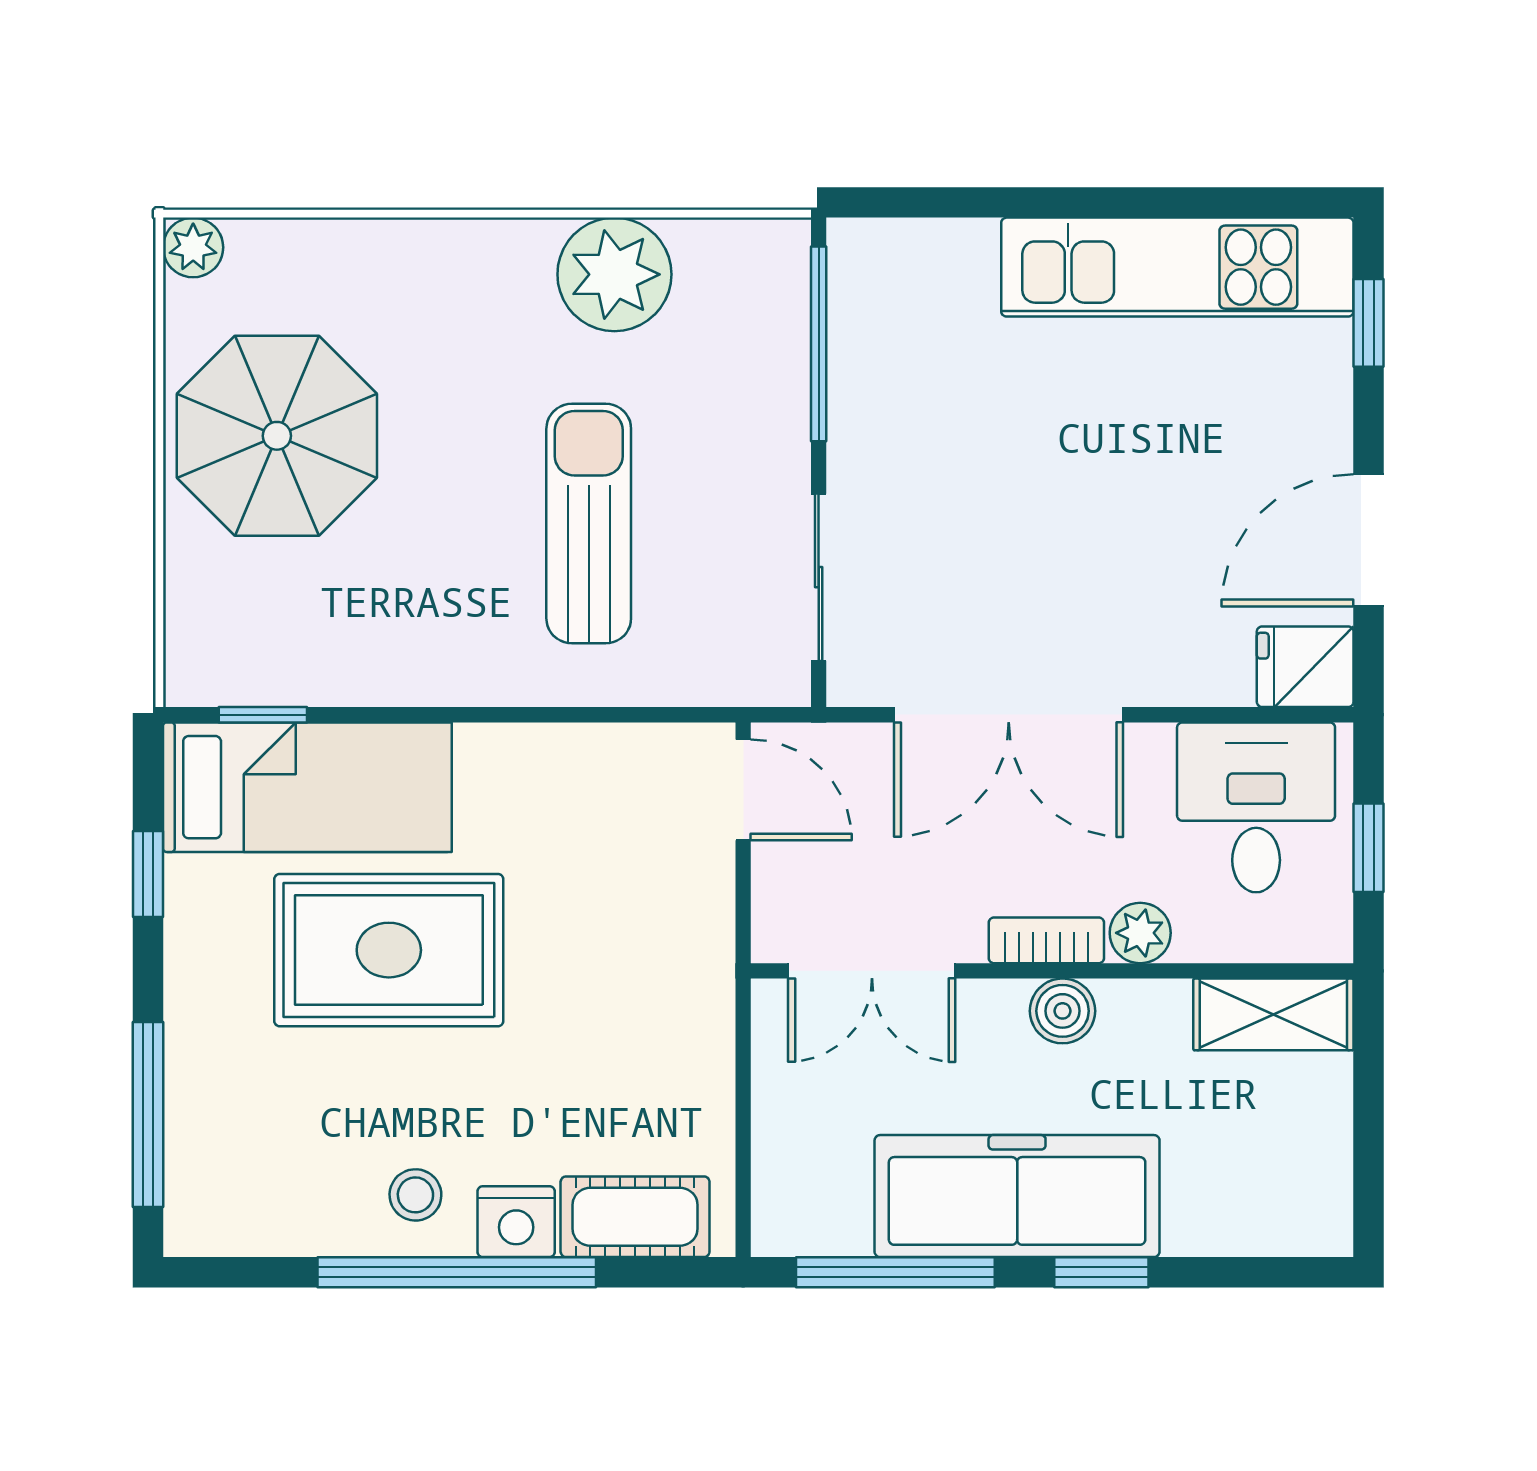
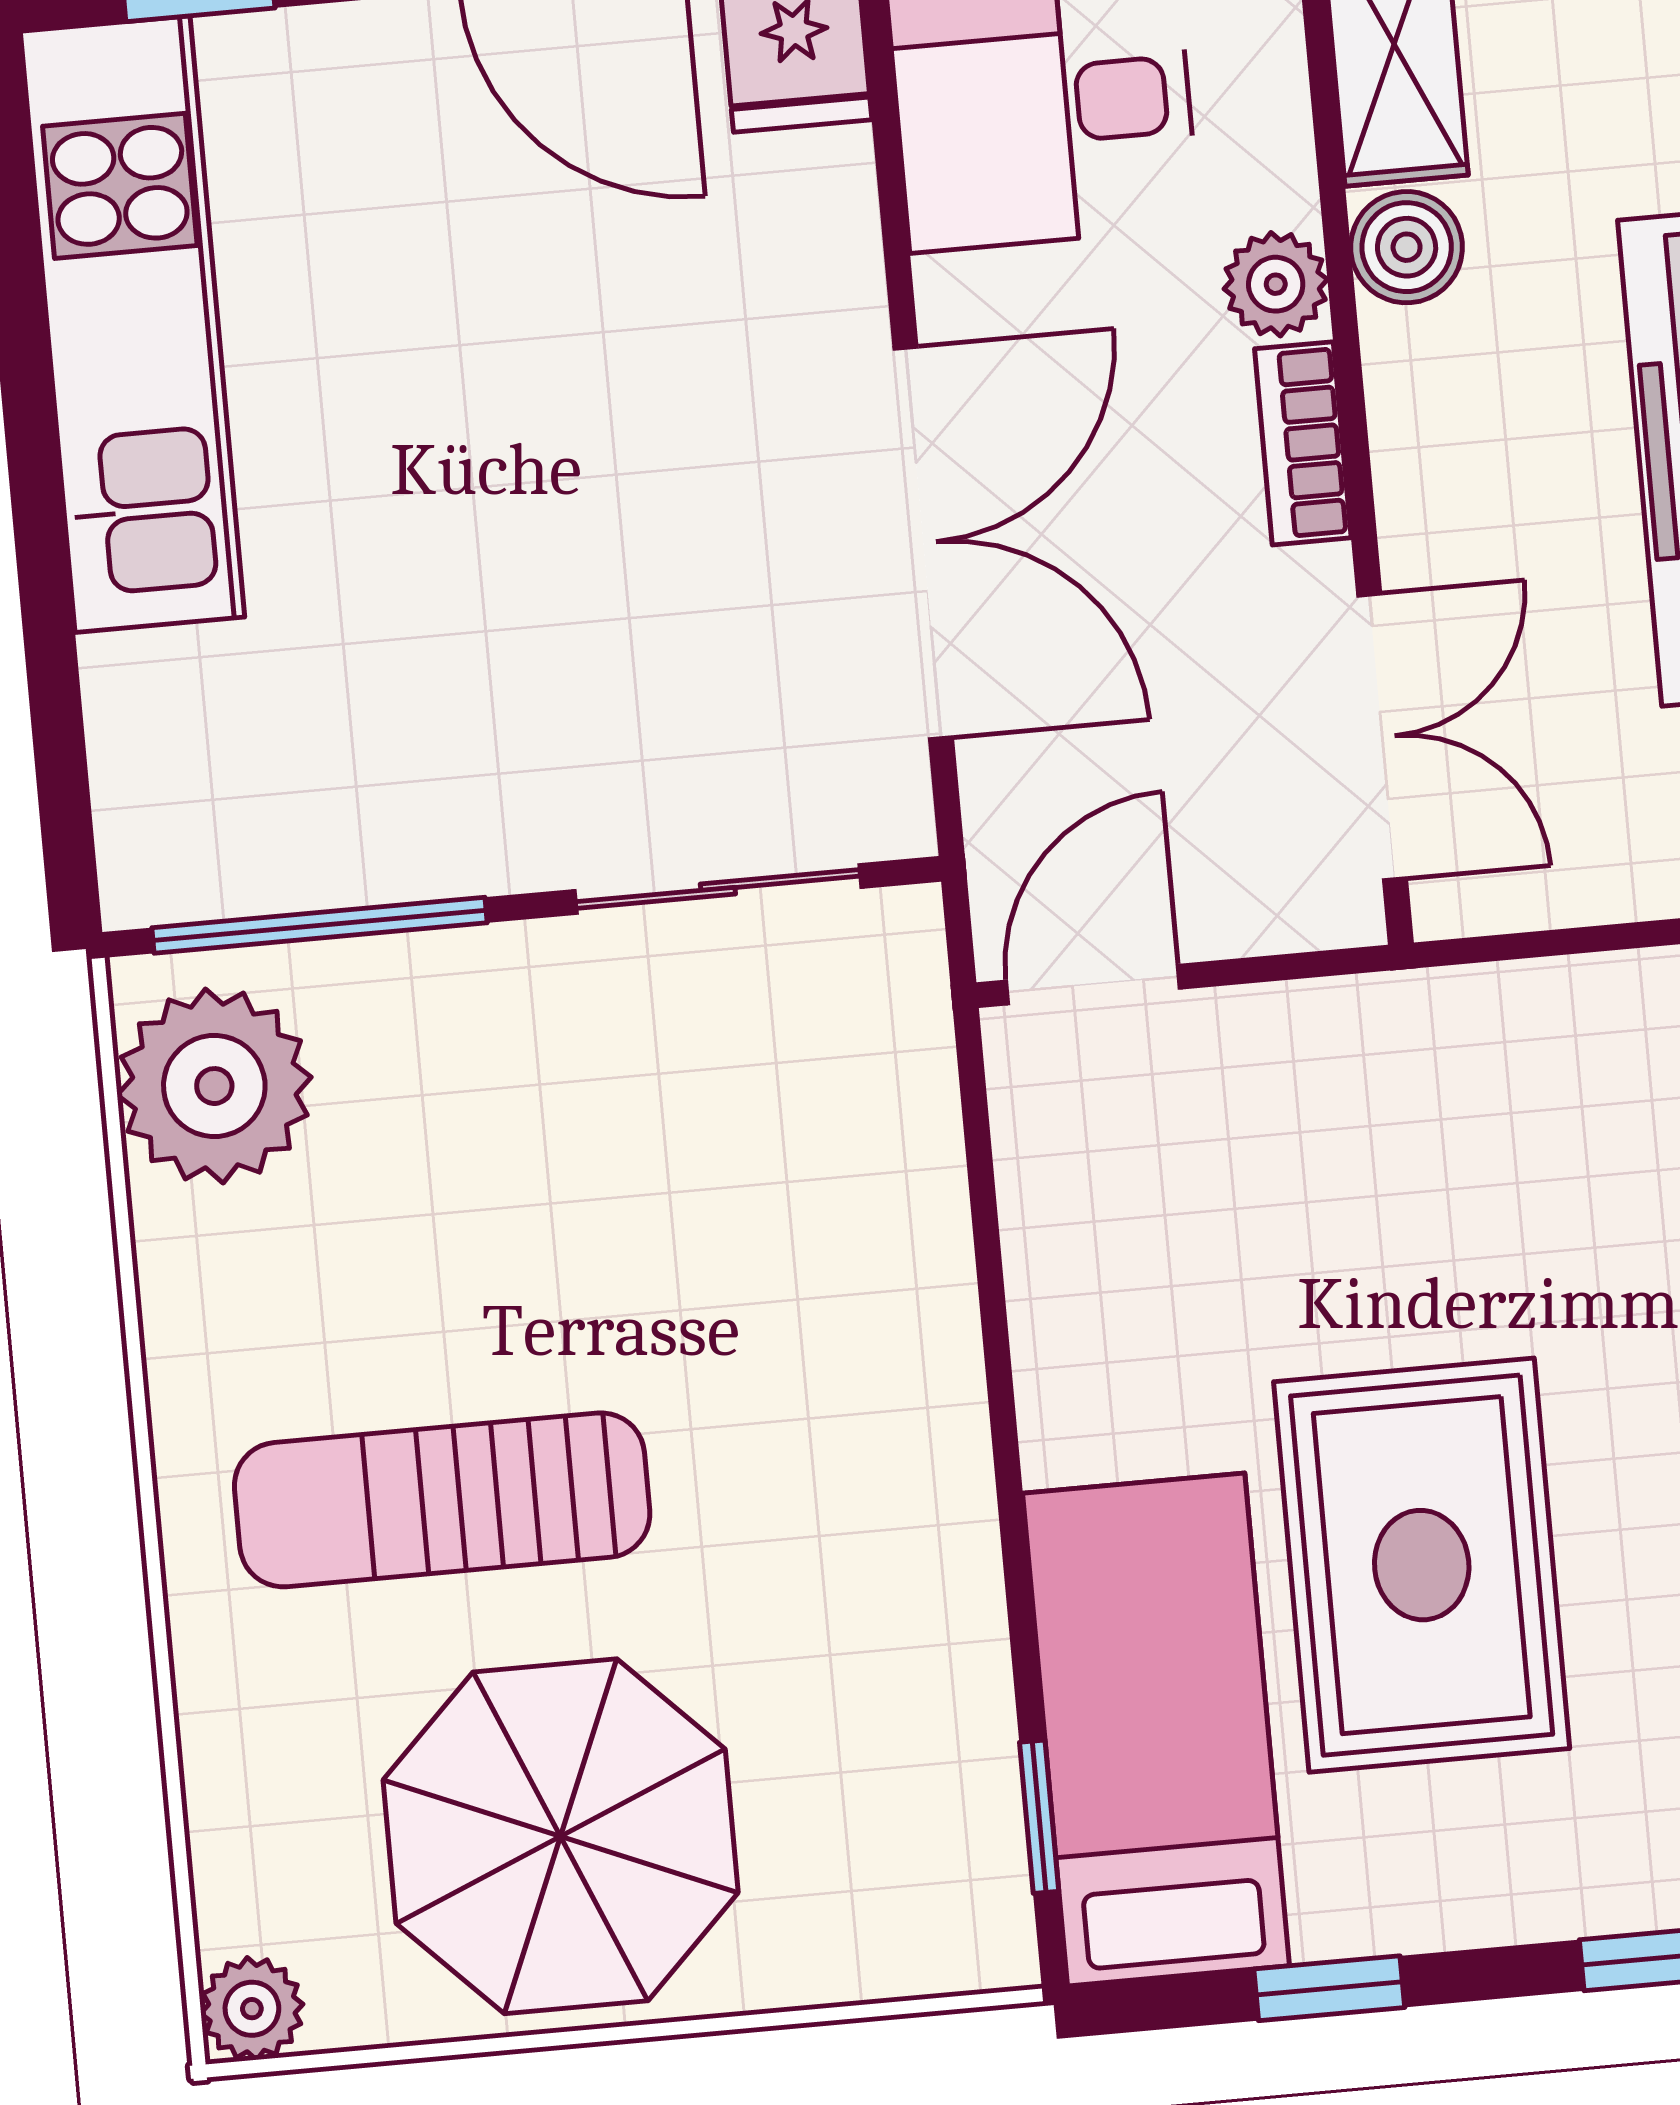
plant: (614, 274) -> (214, 1086), moved
sun lounger: (589, 524) -> (442, 1500), moved
boiler: (1063, 1011) -> (1407, 247), moved

